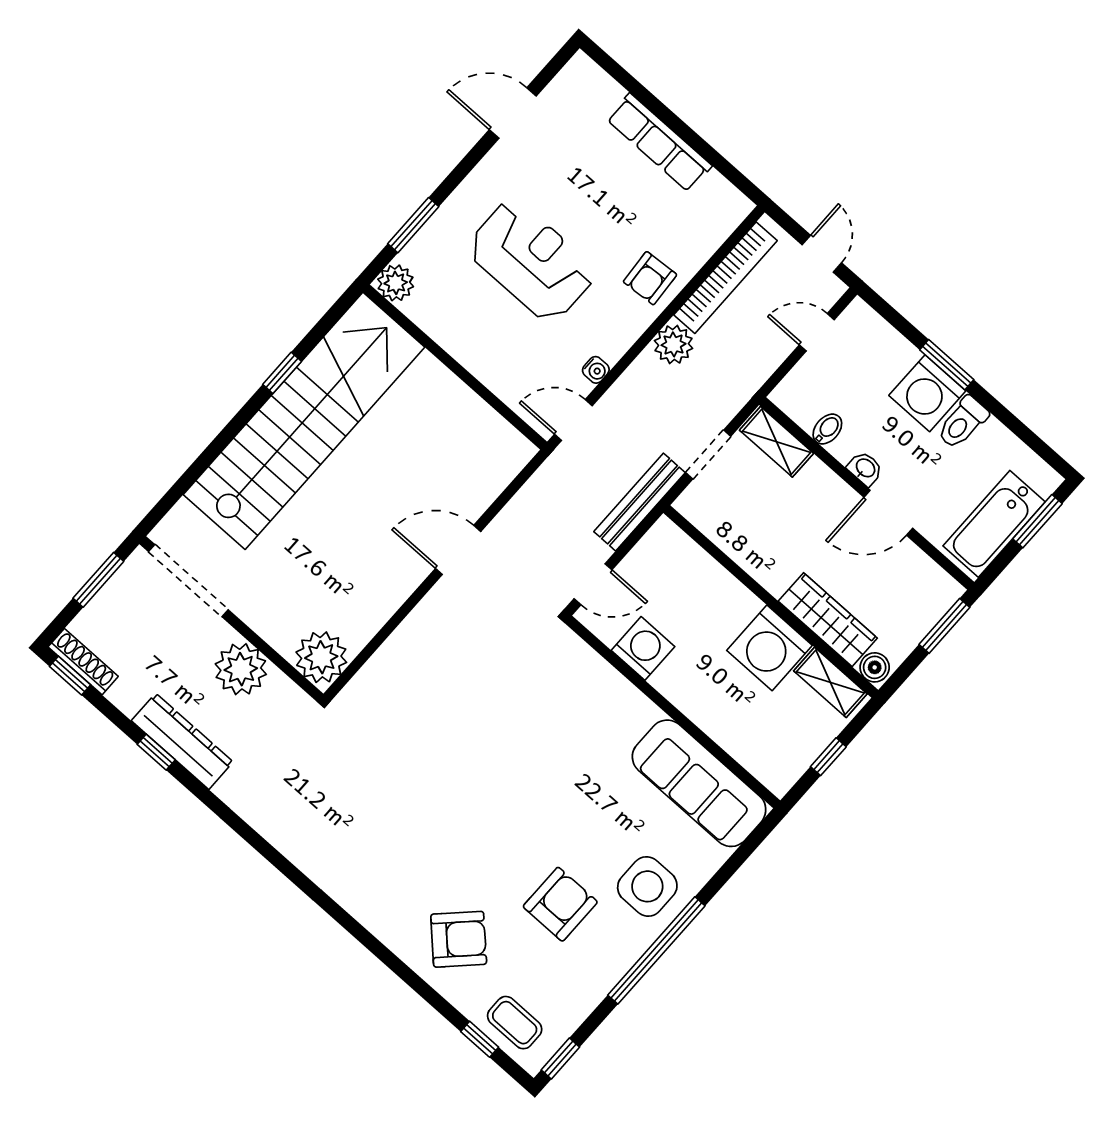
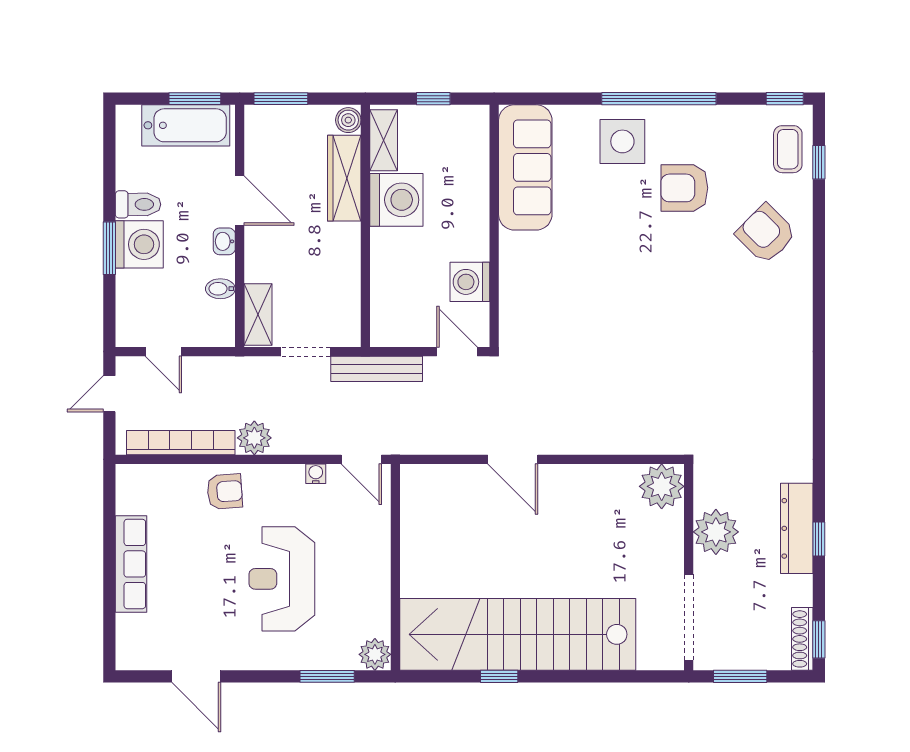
window: (1037, 521) -> (195, 99), moved

